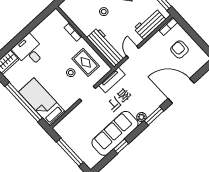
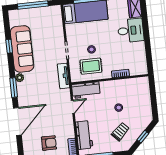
workbench: (106, 47) -> (86, 90), width x0.73
door: (133, 52) -> (73, 107), hinge flipped

